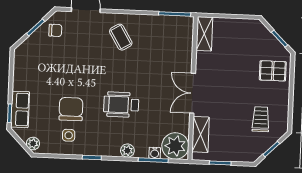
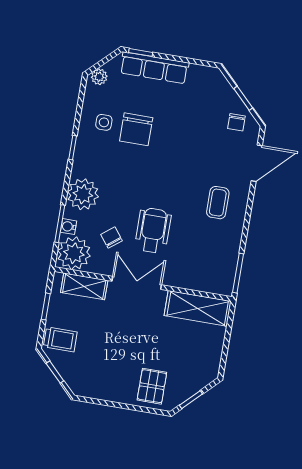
shelving: (204, 34) -> (198, 308), width x1.50, depth x1.33
coffee table: (121, 37) -> (218, 203), turned -59
wheelchair: (121, 105) -> (153, 230), moved
row of seats: (20, 109) -> (154, 68), width x1.48
chair: (71, 109) -> (136, 129), turned 90
chair: (159, 118) -> (111, 238), added
trolley: (261, 119) -> (60, 339), moved
plant: (127, 151) -> (83, 194), width x1.88, depth x1.88

